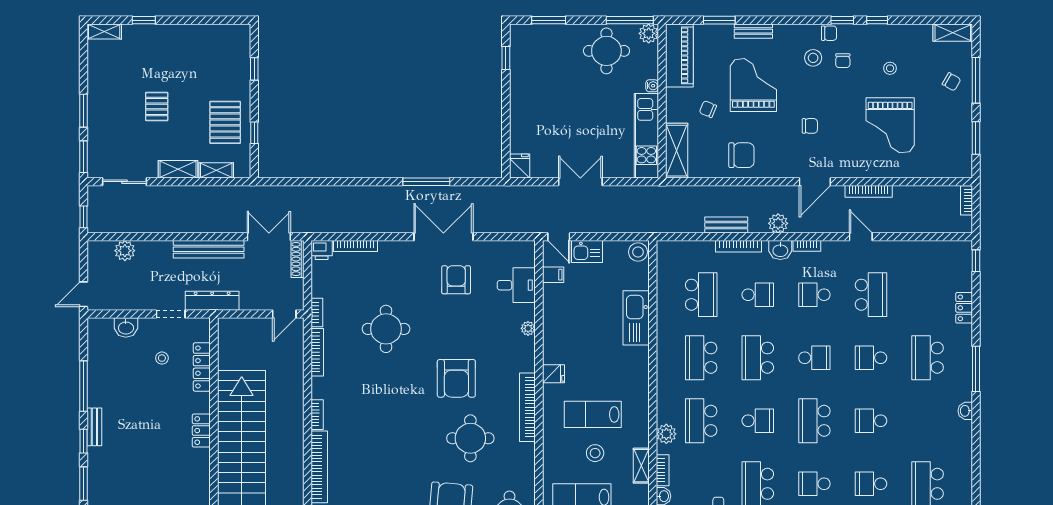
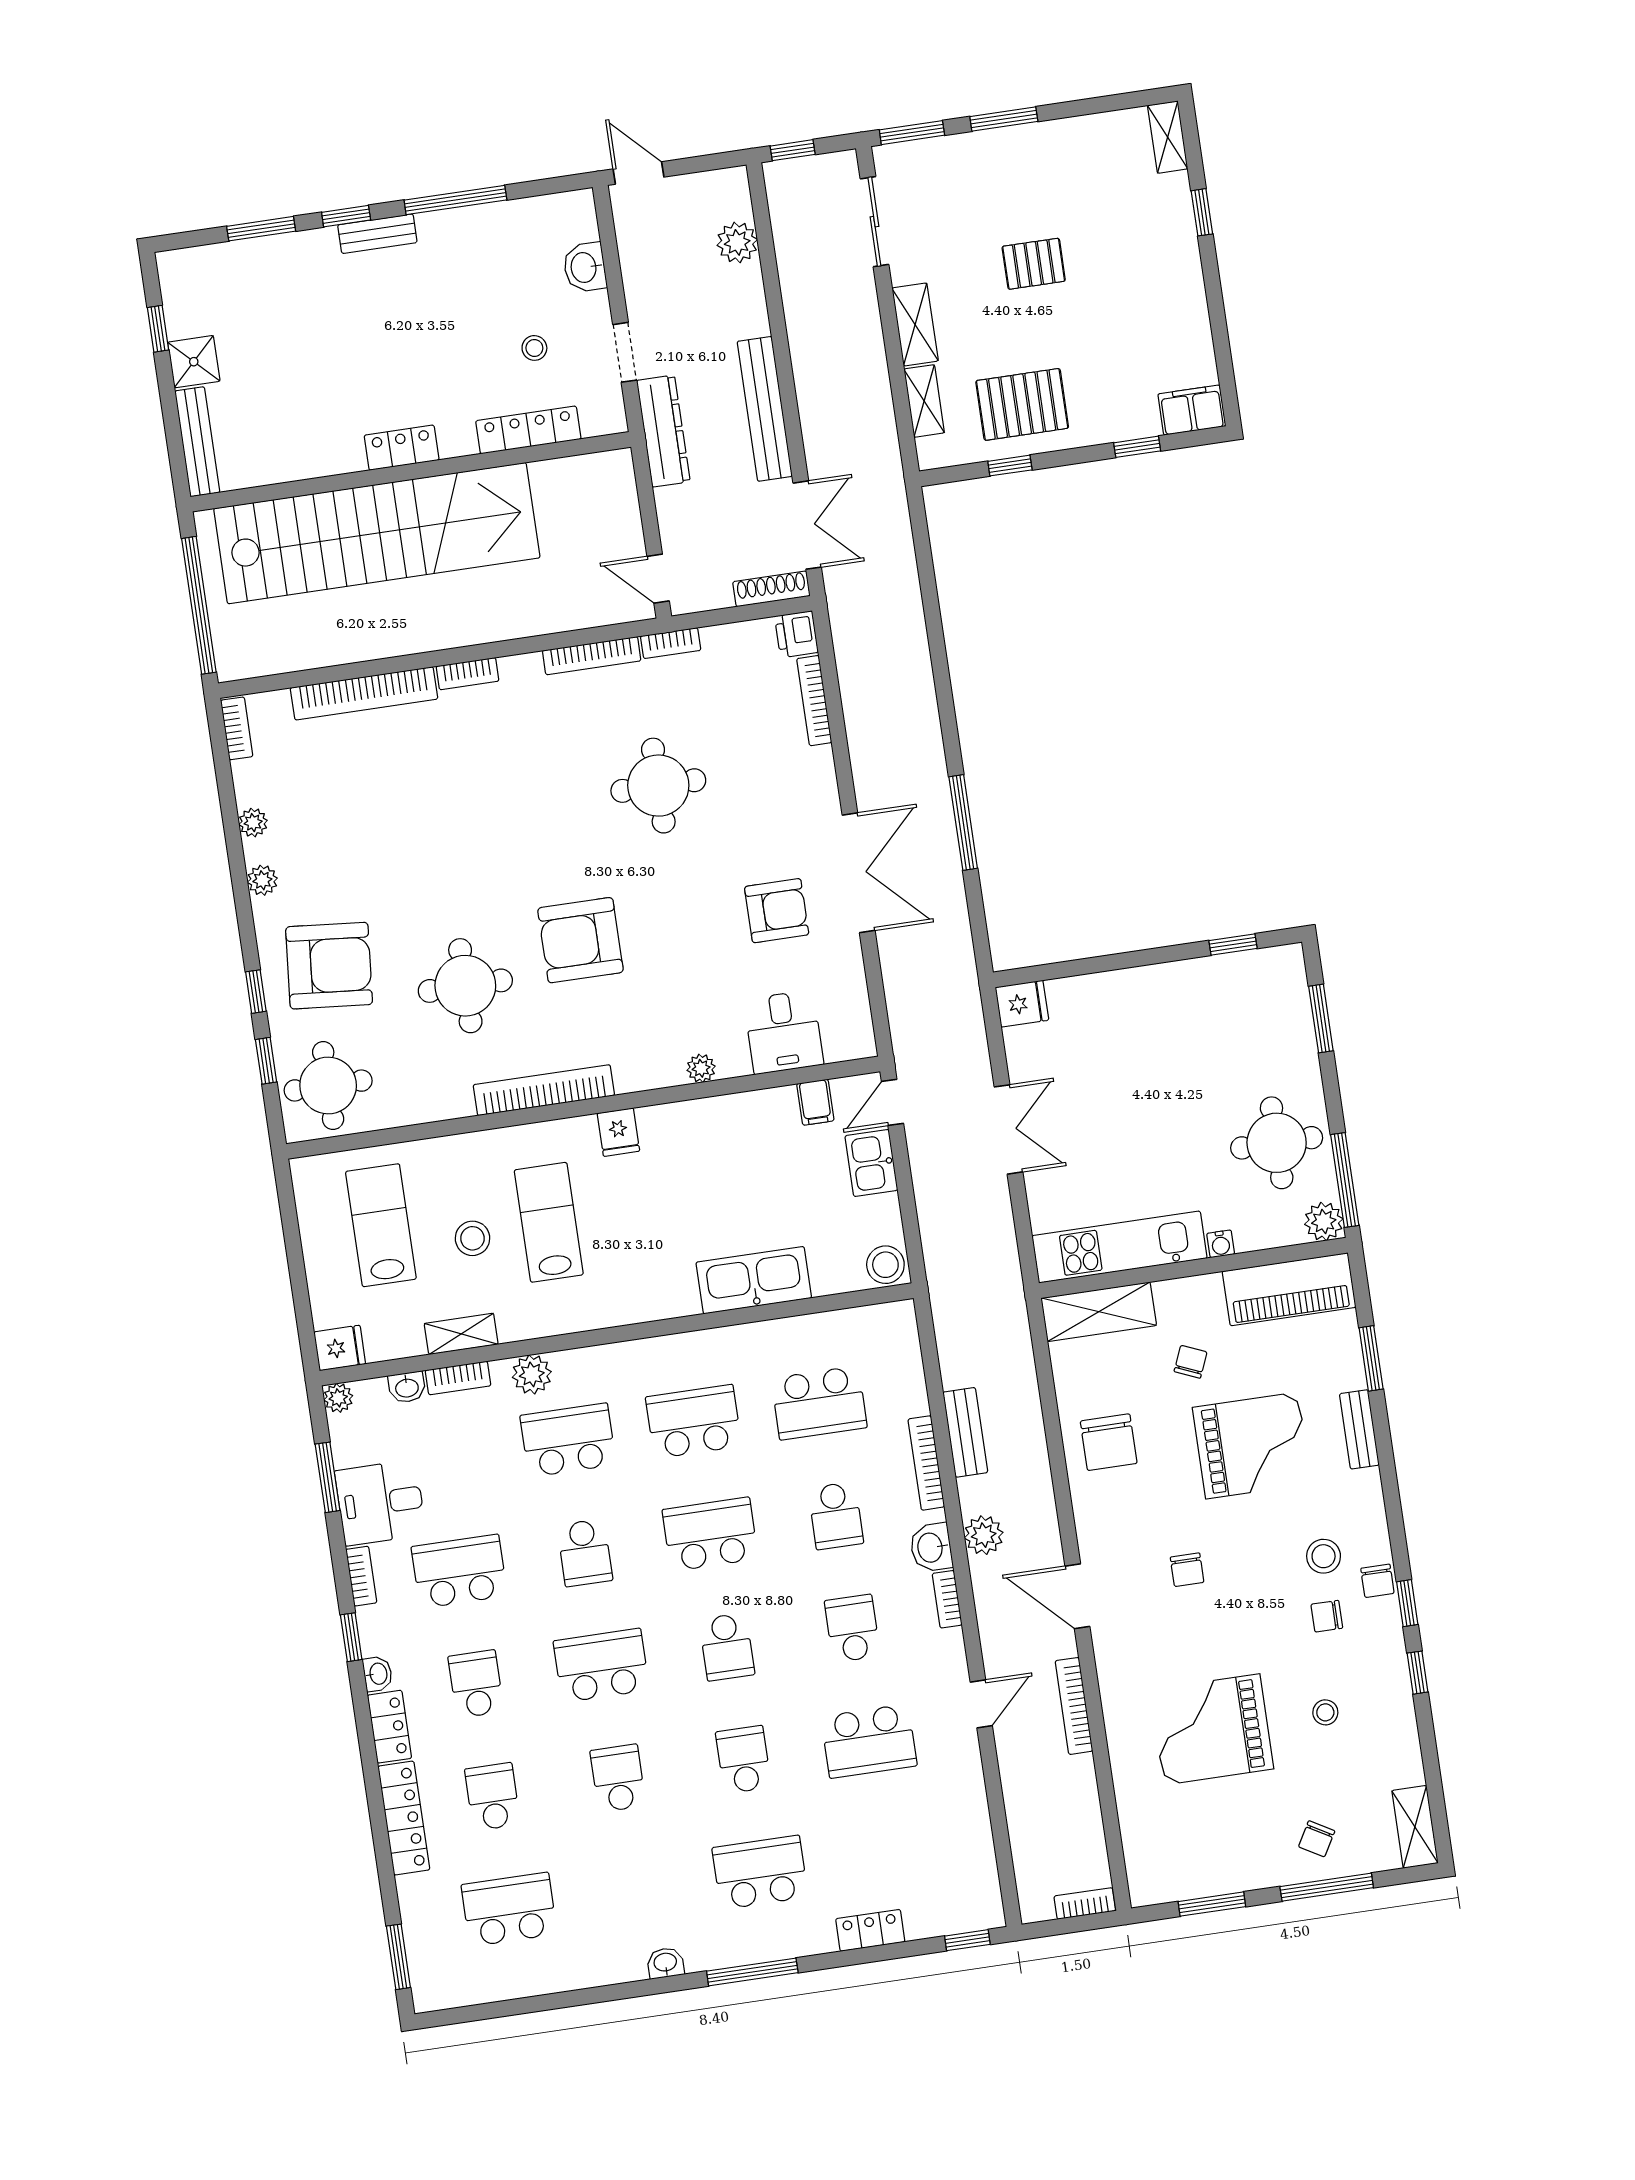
filing cabinet: (240, 39) -> (1192, 410), added

